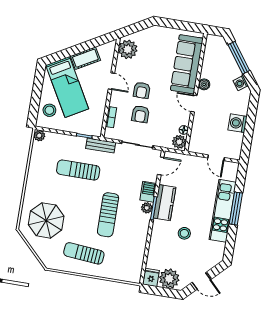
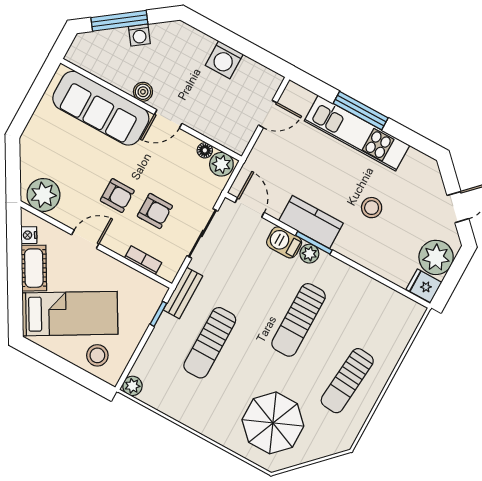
nightstand: (103, 49) -> (29, 235), added
washing machine: (241, 83) -> (139, 35), moved
sun lounger: (108, 215) -> (299, 320), turned 90

